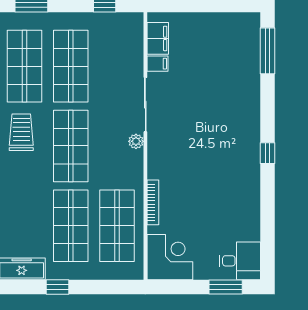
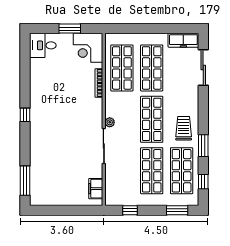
filing cabinet: (158, 64) -> (96, 172), removed
trolley: (21, 132) -> (184, 128), turned 180
window: (57, 287) -> (160, 29), removed
window: (226, 287) -> (70, 29), moved

